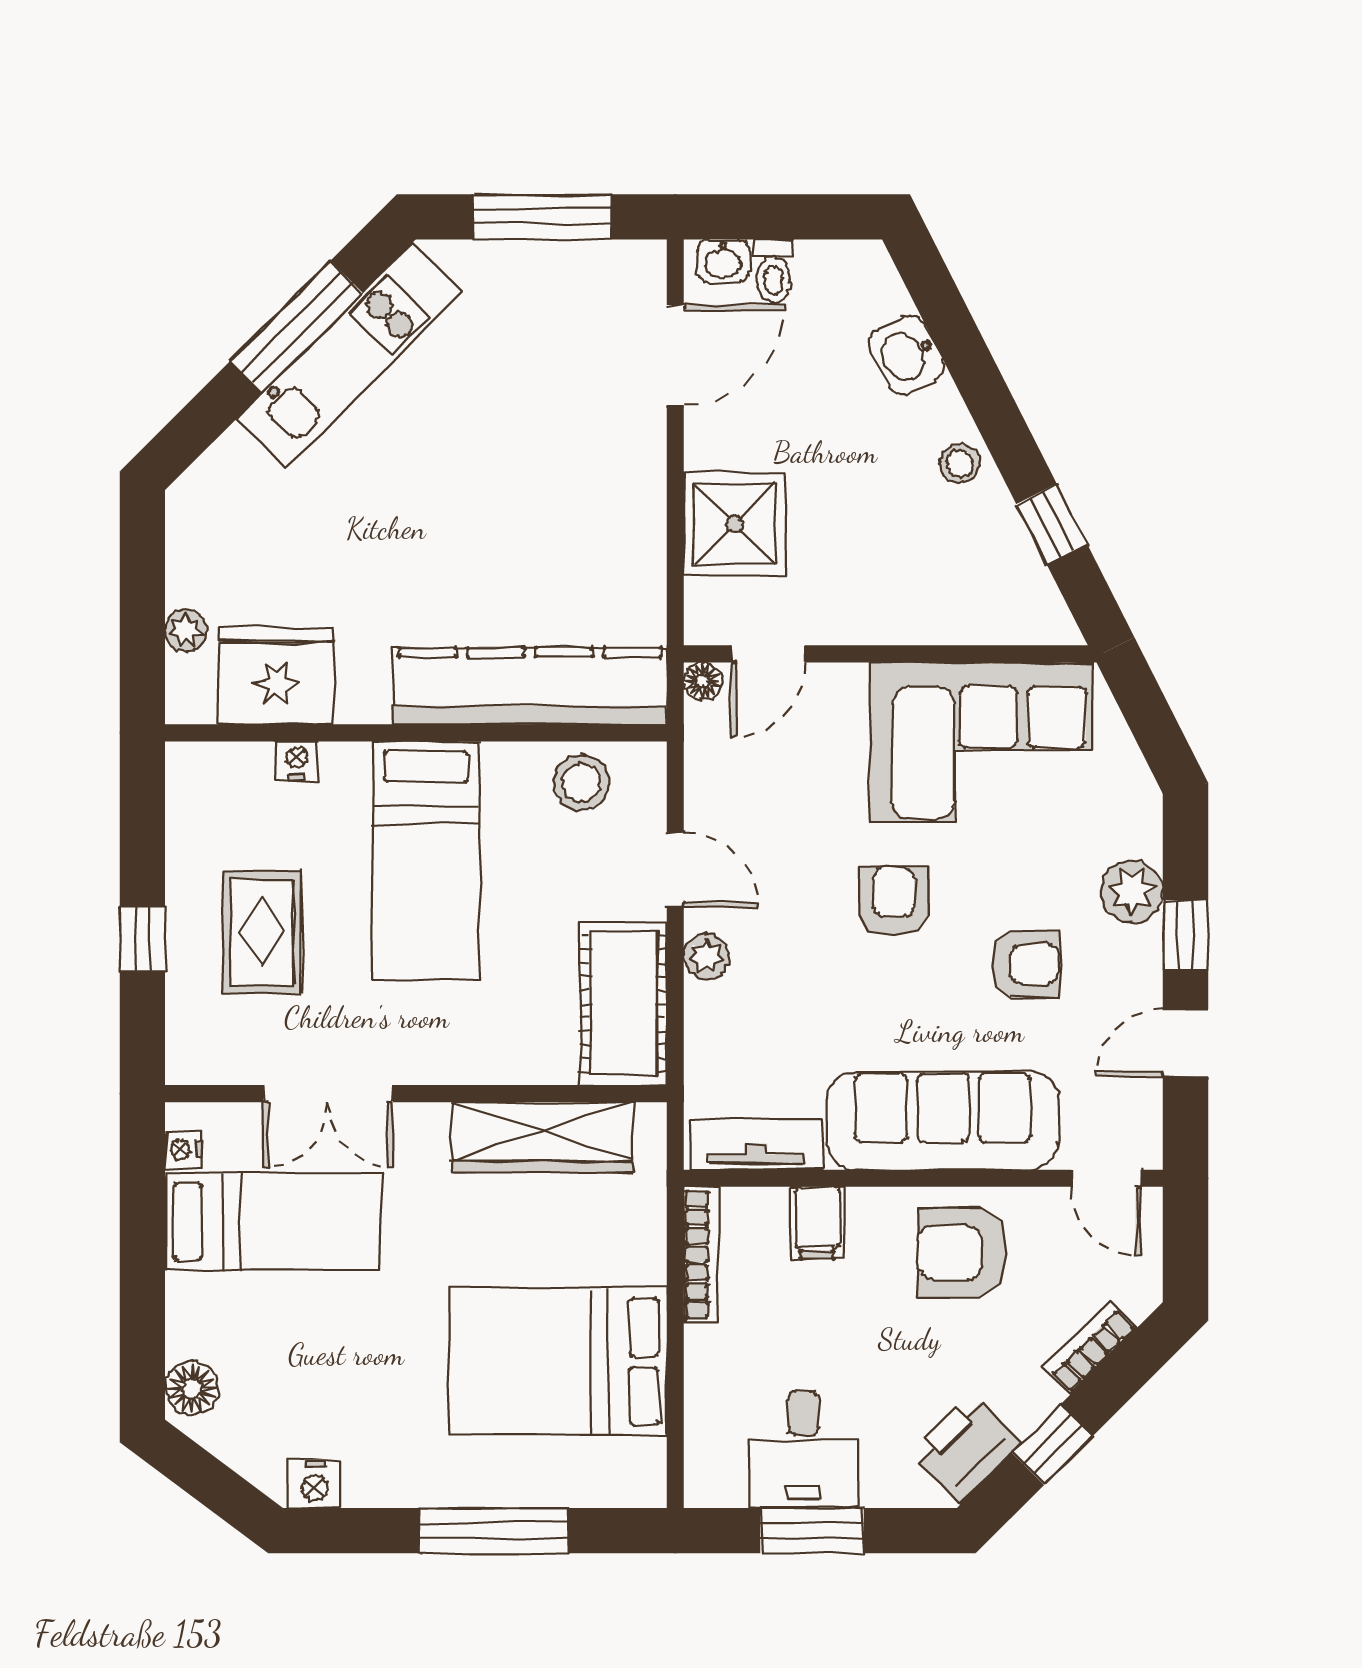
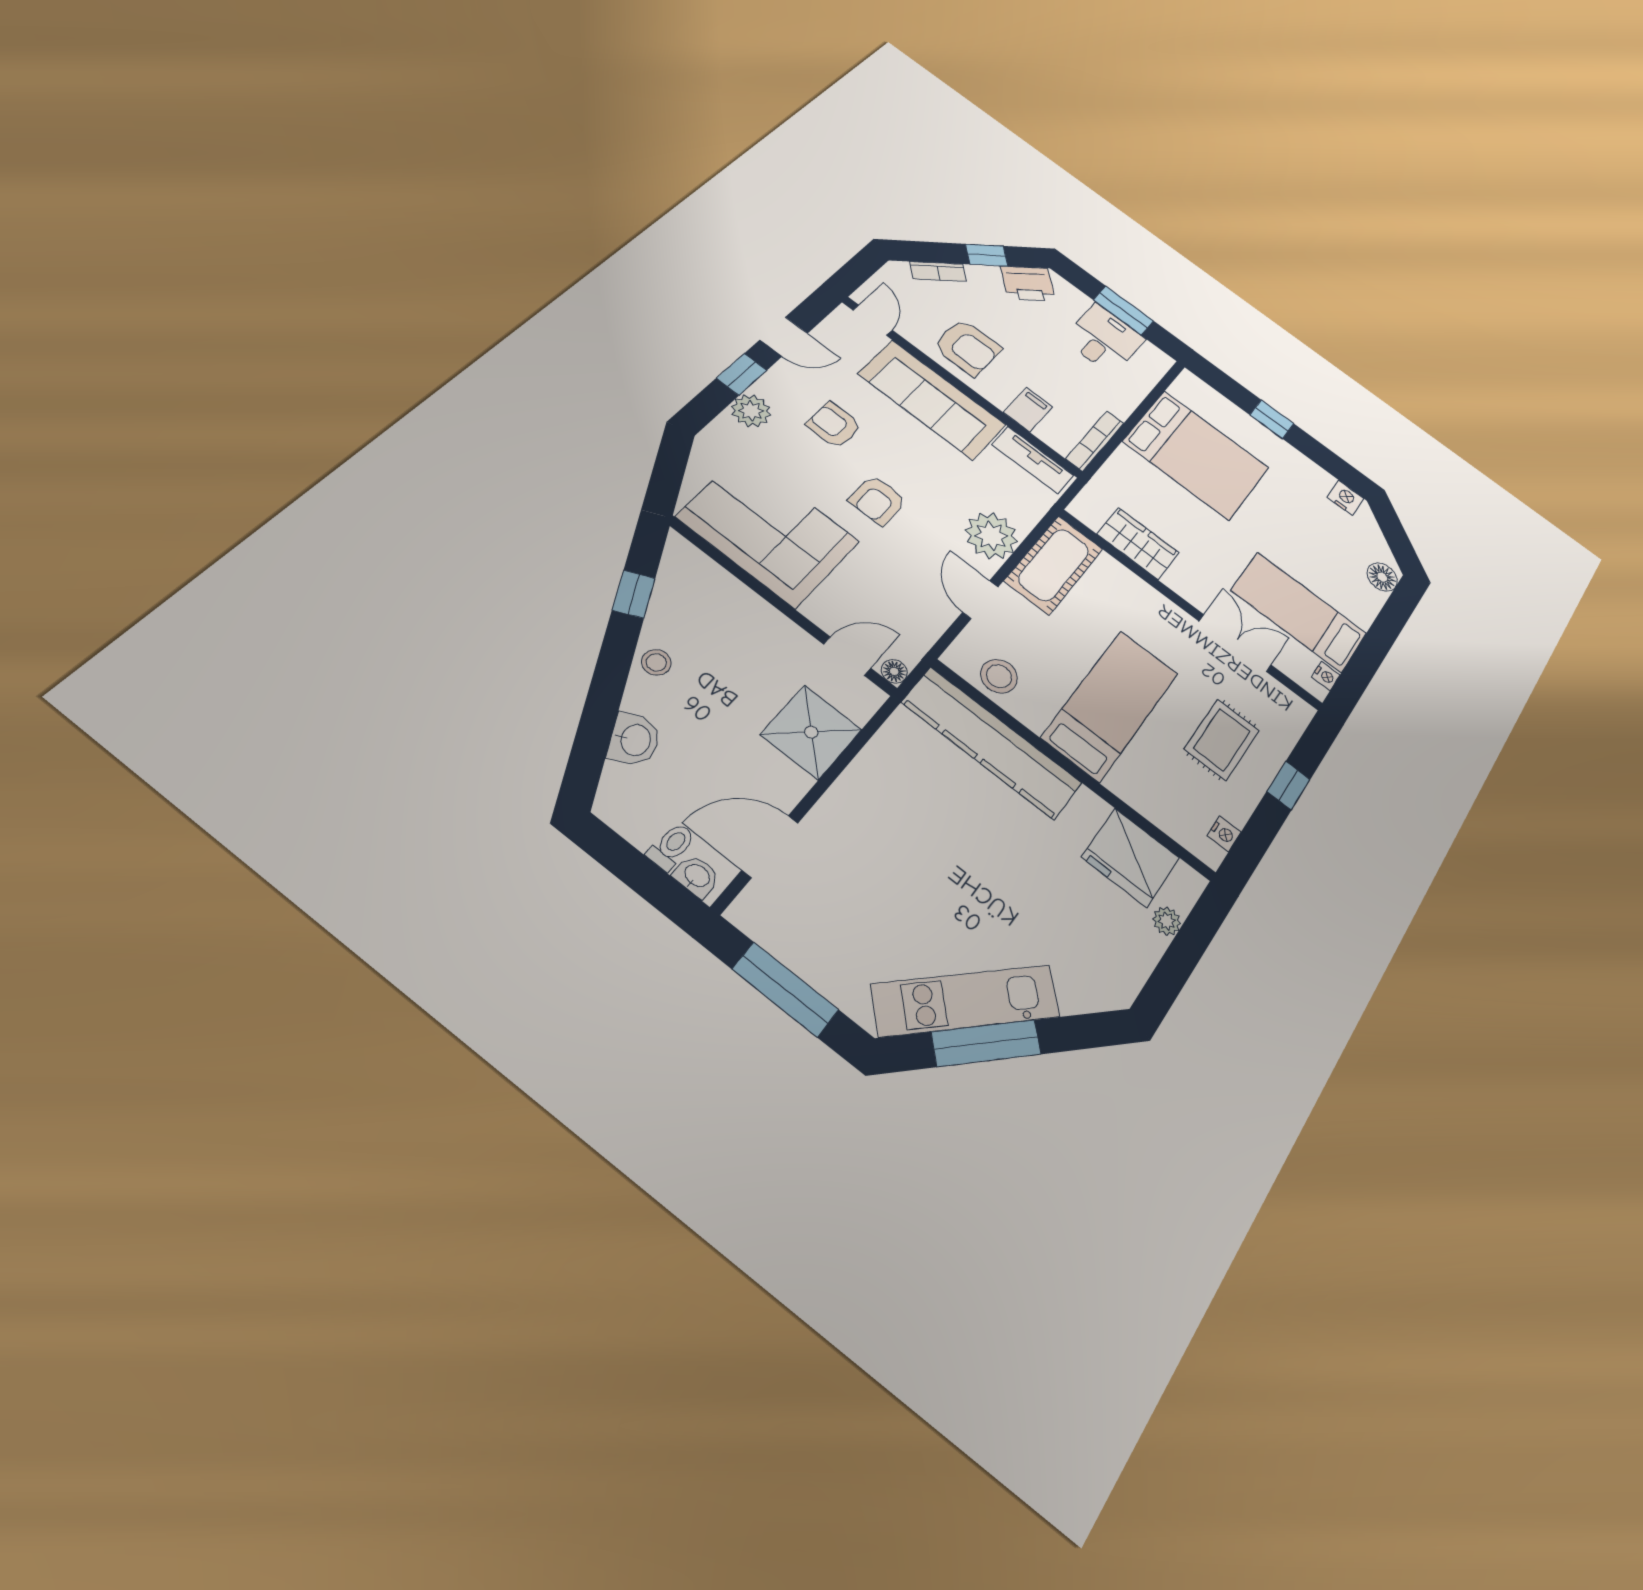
nightstand: (296, 761) -> (1224, 834), moved, turned -90
plant: (706, 956) -> (991, 536), width x1.88, depth x1.88
wardrobe: (542, 1137) -> (1138, 543), width x0.67
window: (494, 1531) -> (1272, 419), width x0.46

